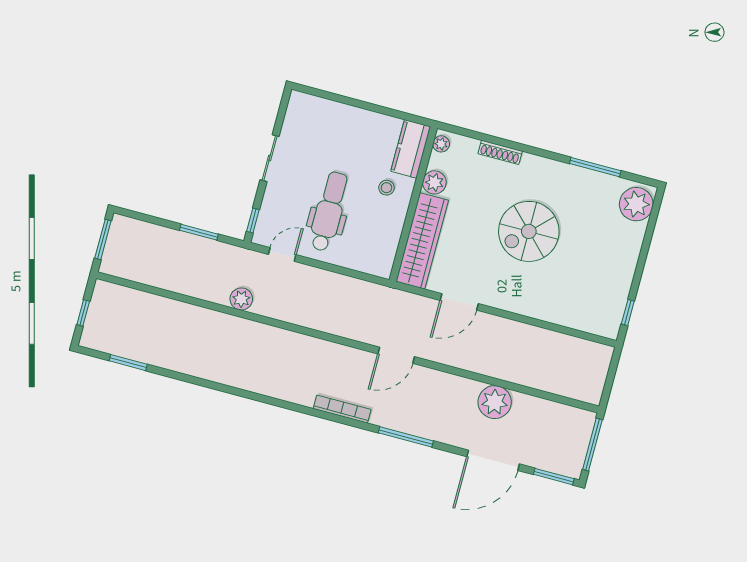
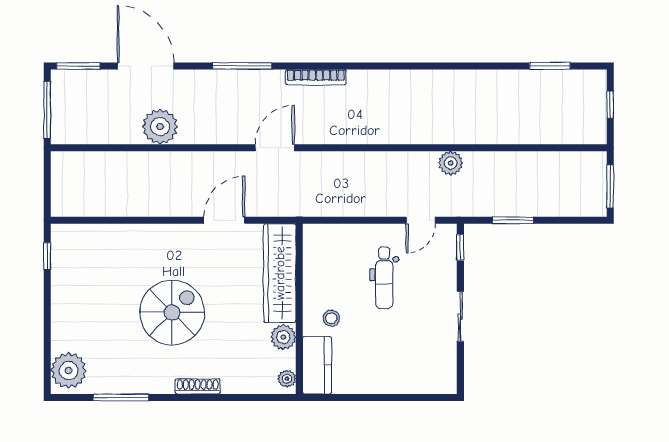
shoe rack: (500, 152) -> (198, 386), moved
dental chair: (329, 211) -> (384, 278), width x0.73, depth x0.72
door: (493, 460) -> (146, 66), hinge flipped

